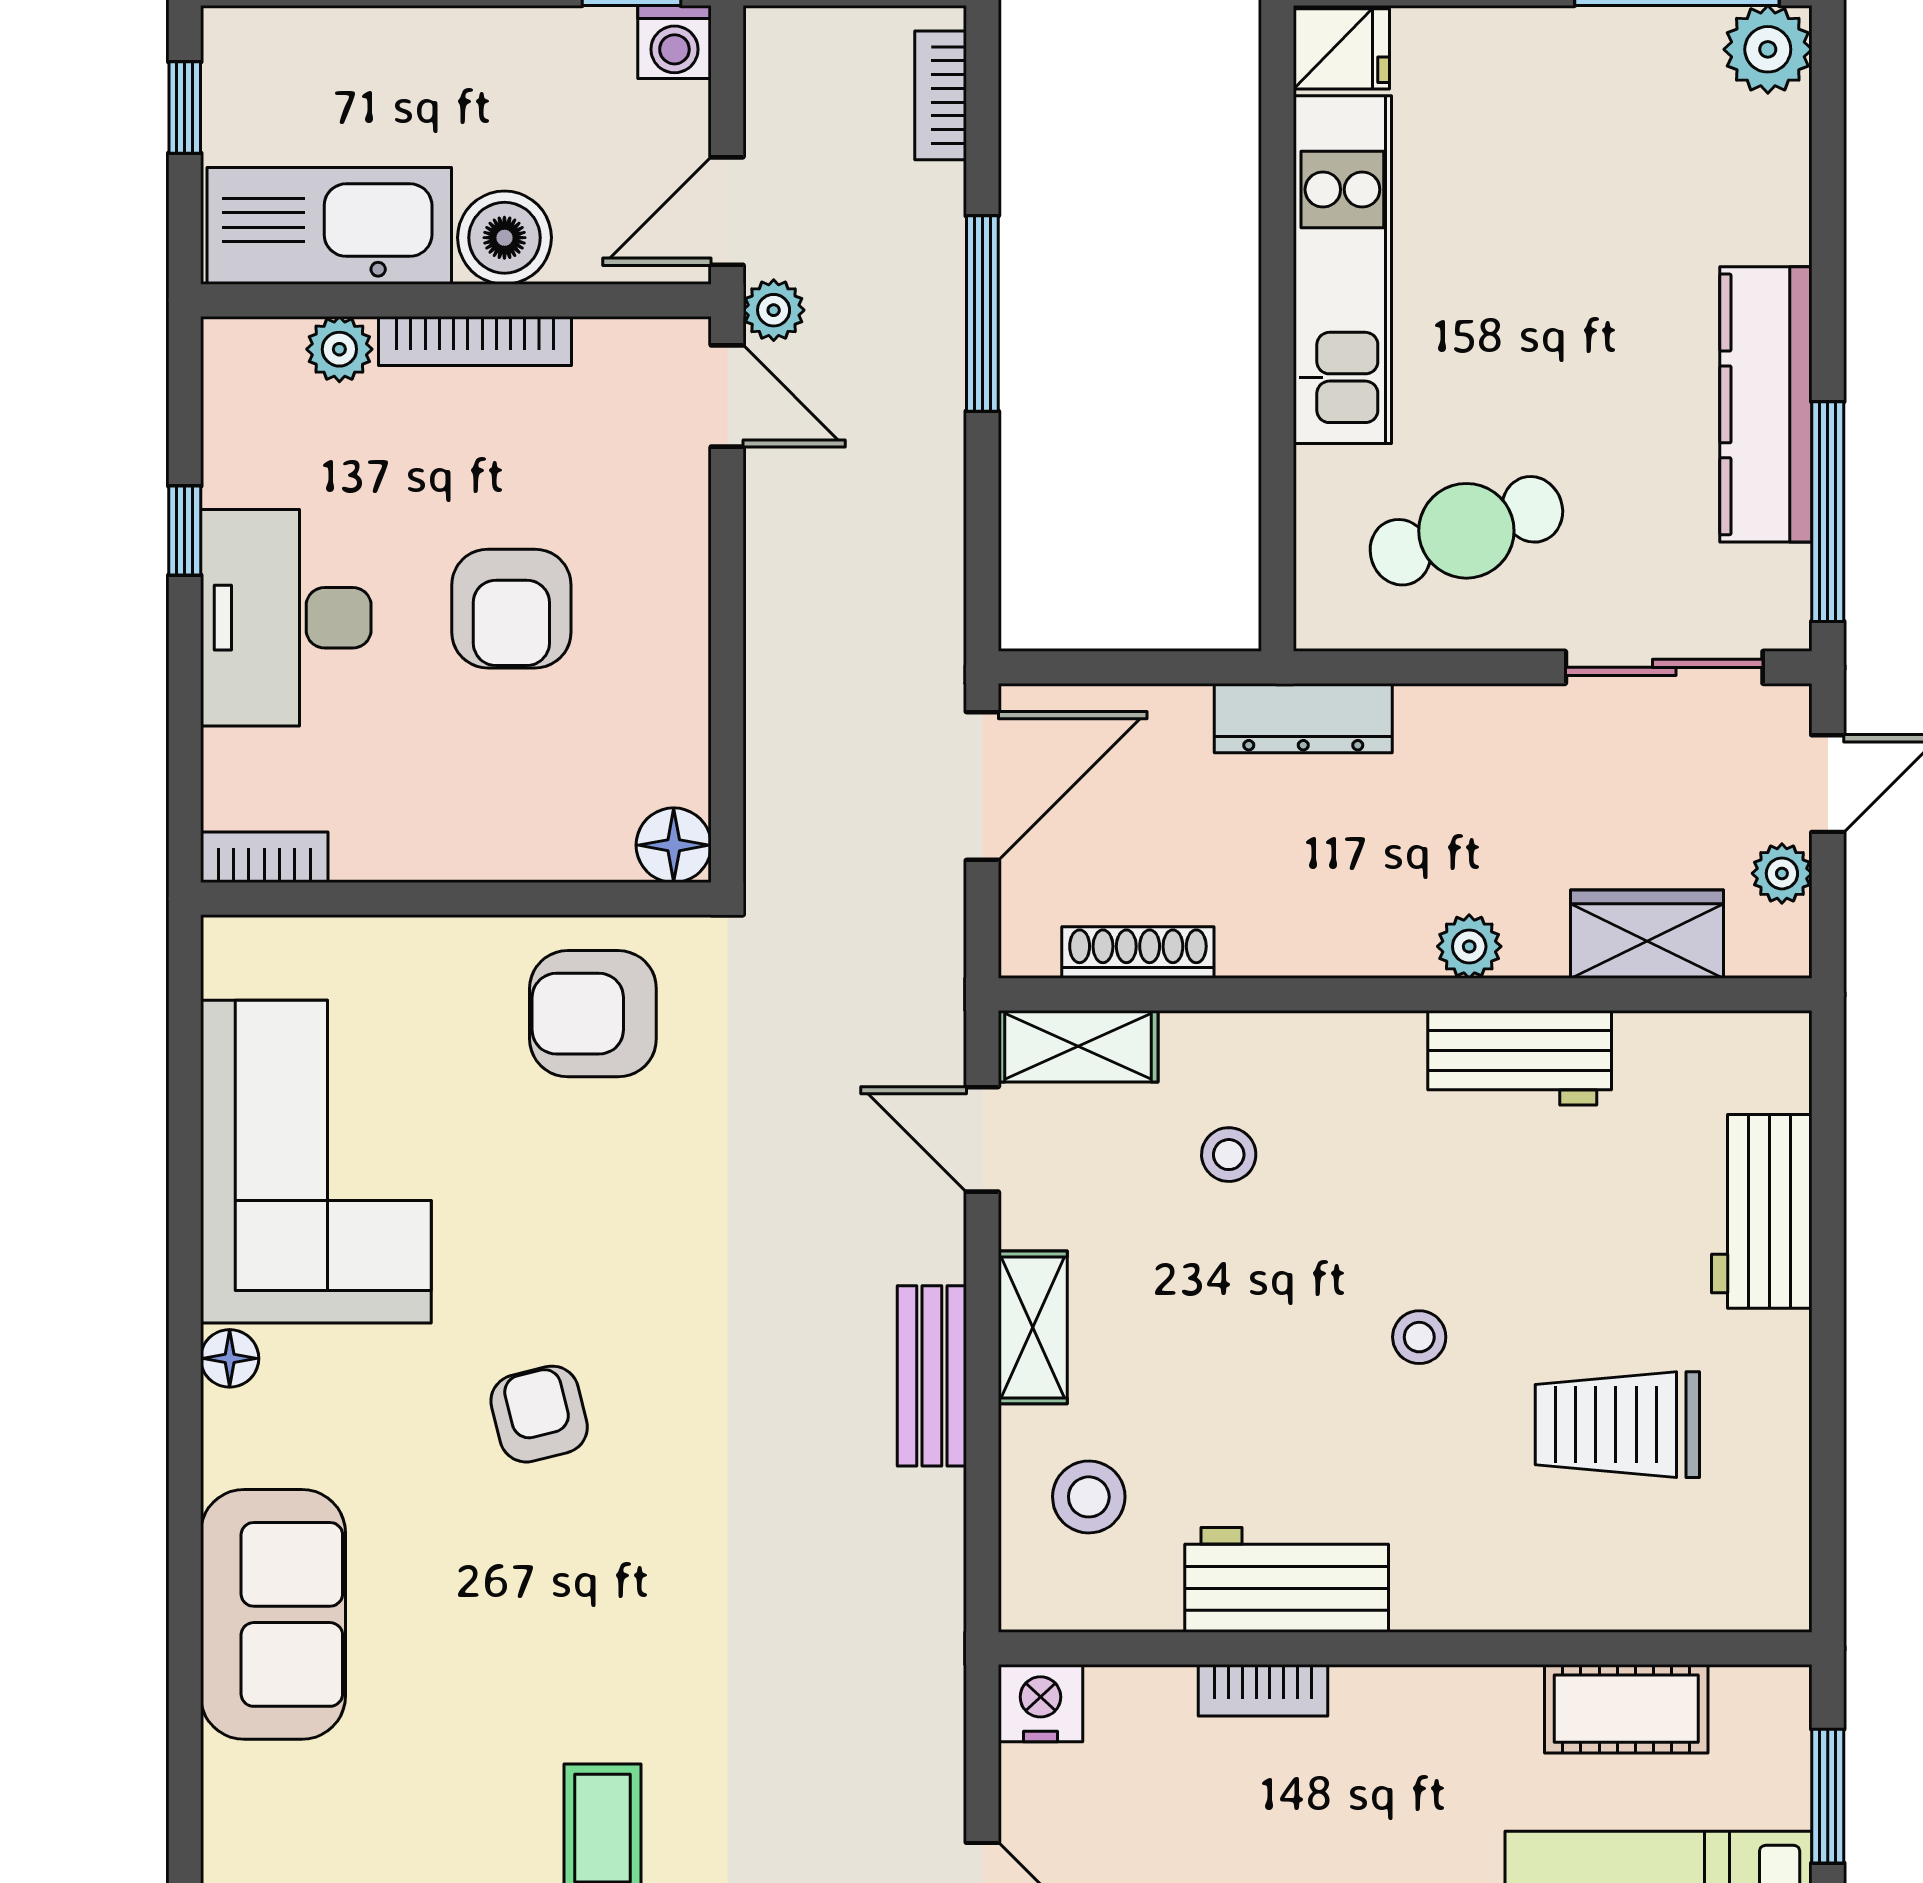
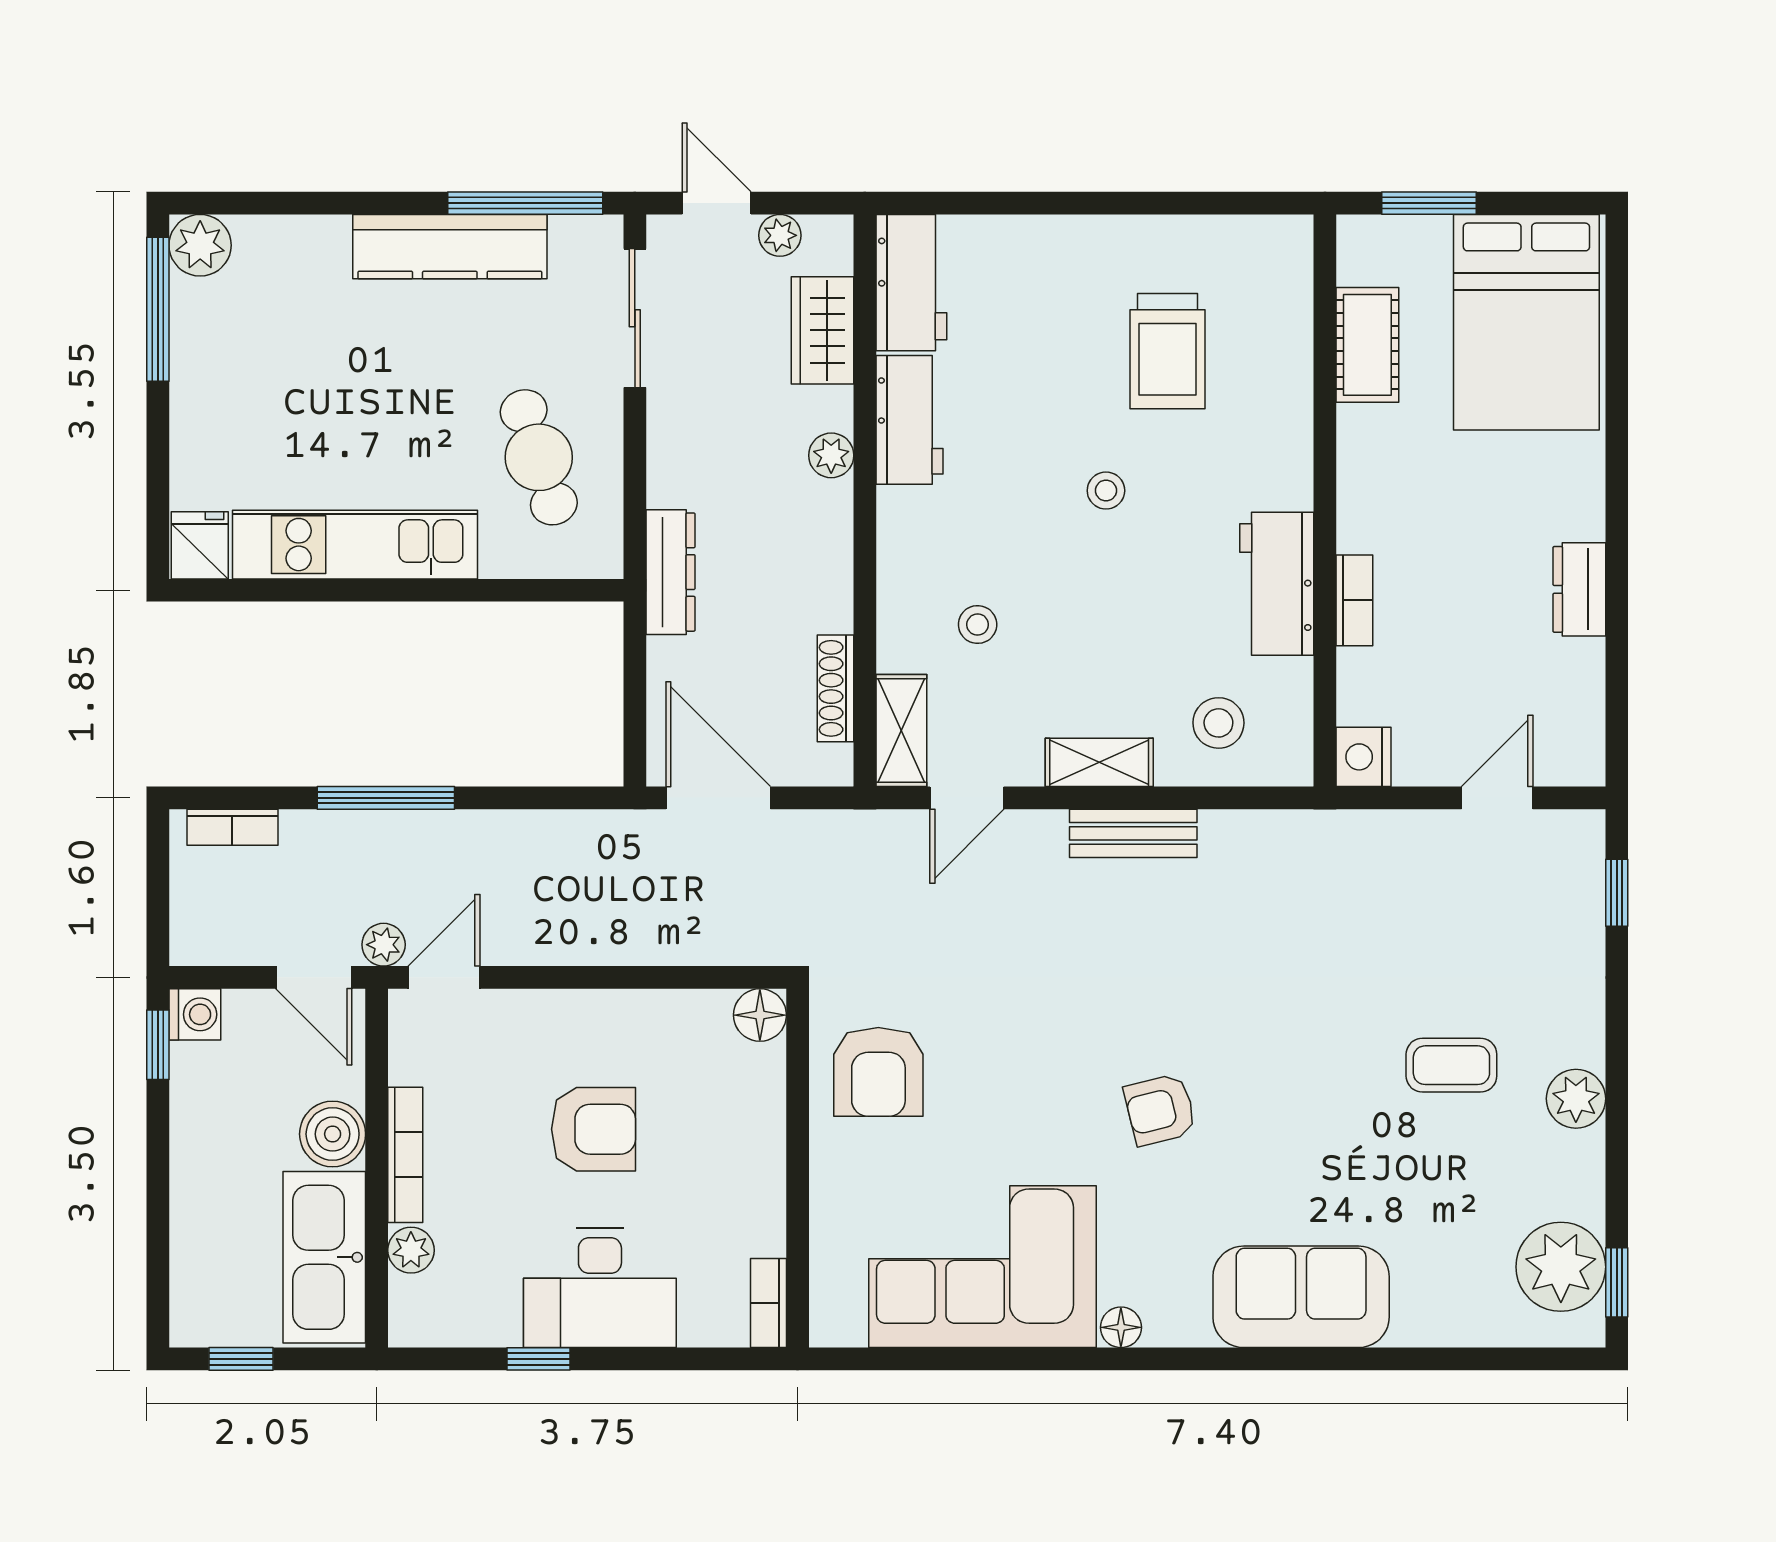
workbench: (1762, 1211) -> (911, 283), moved, turned -90

